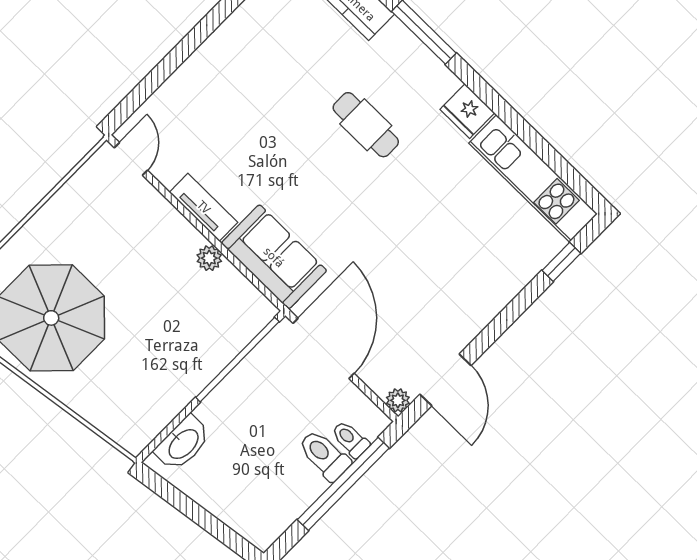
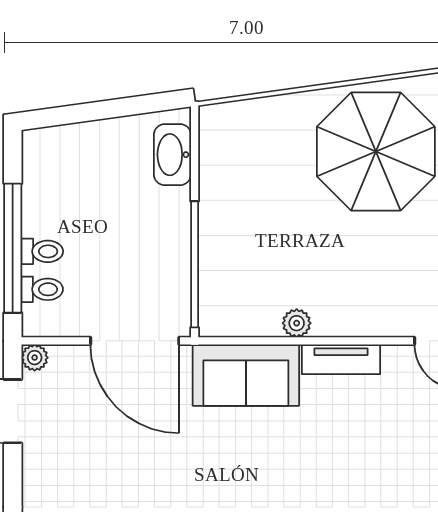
toilet: (324, 455) -> (42, 251), width x0.73, depth x0.72

